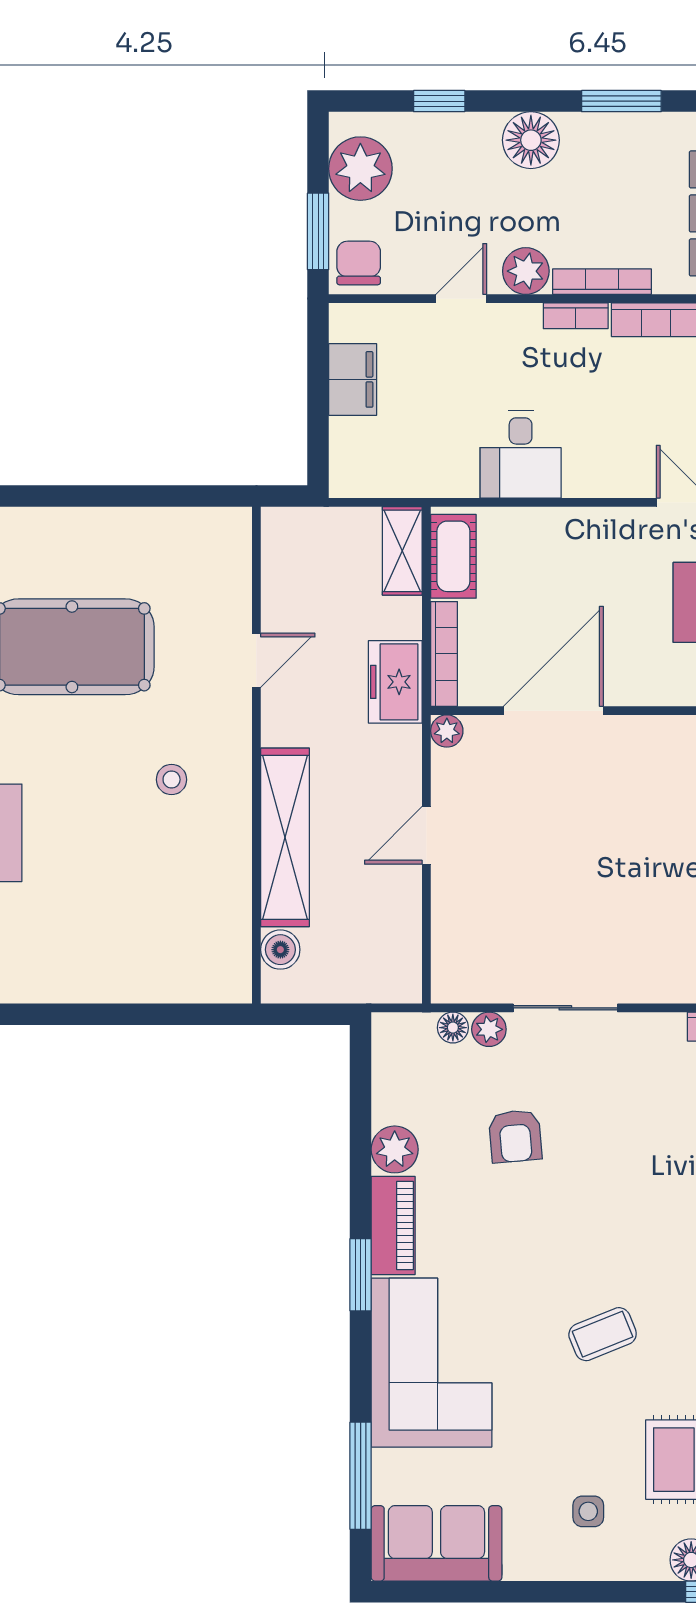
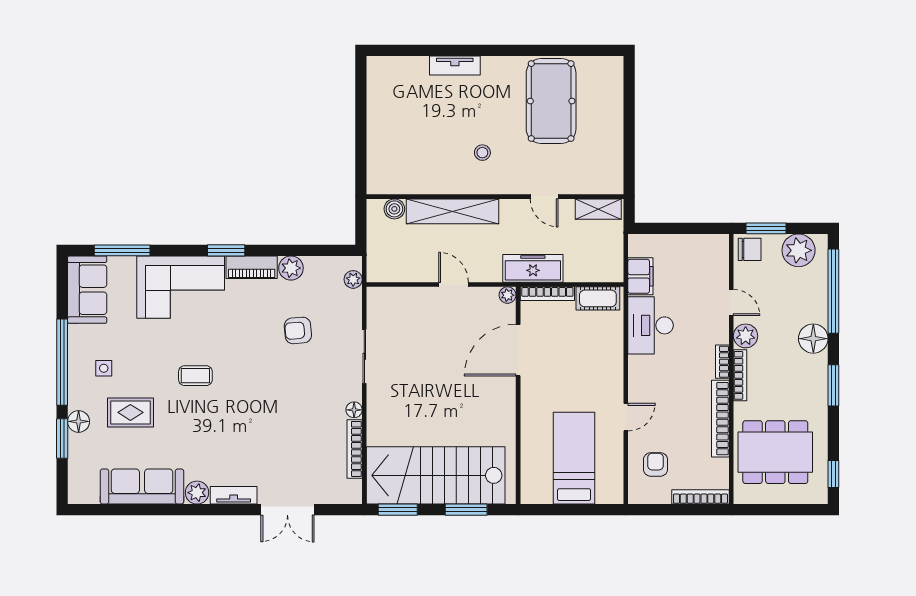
window: (439, 101) -> (833, 291), width x3.17
filing cabinet: (353, 379) -> (640, 276), moved, turned -90
desk: (521, 455) -> (651, 325), width x1.37
shelving: (402, 551) -> (598, 209), moved
freezer: (395, 682) -> (533, 268), width x1.40
door: (553, 711) -> (518, 350), swing flipped
floor lamp: (453, 1028) -> (354, 410), moved
plant: (489, 1029) -> (353, 279), moved
coffee table: (603, 1334) -> (195, 376), turned -68
window: (577, 1592) -> (62, 362), added

